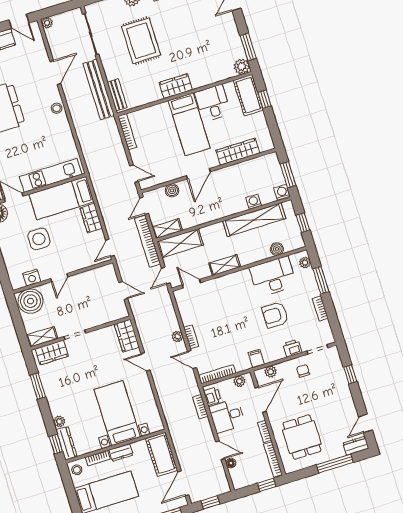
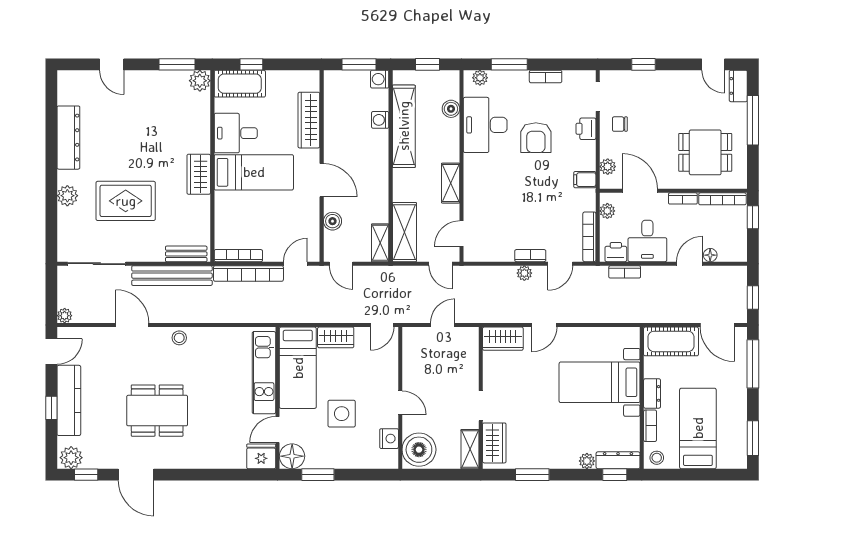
bookcase: (148, 241) -> (248, 274), moved
door: (110, 248) -> (382, 325), hinge flipped

